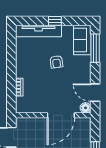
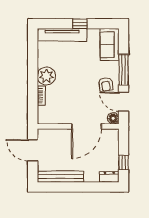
window: (95, 48) -> (124, 70), moved
armchair: (56, 62) -> (106, 84), moved
plant: (24, 69) -> (46, 76), added

